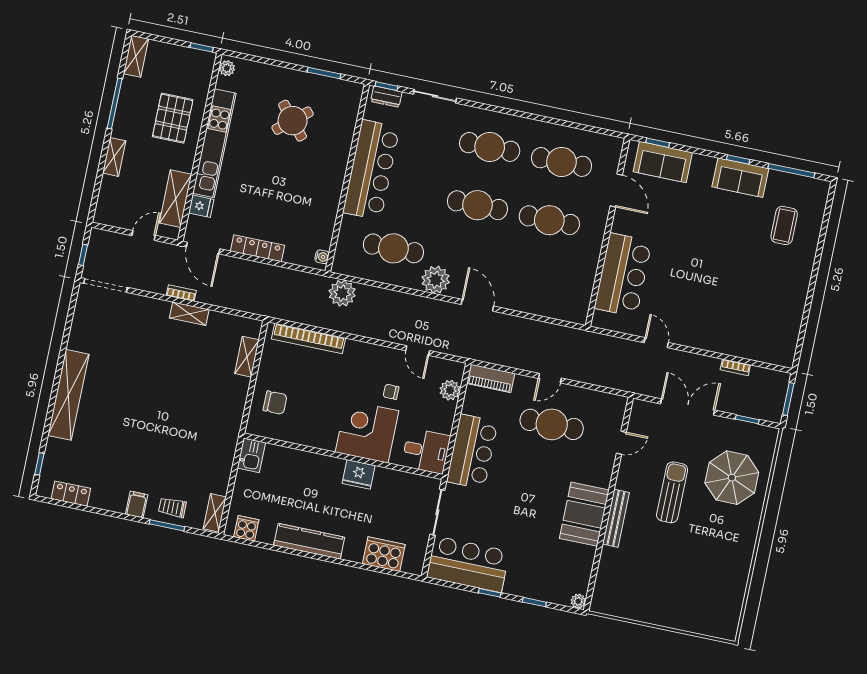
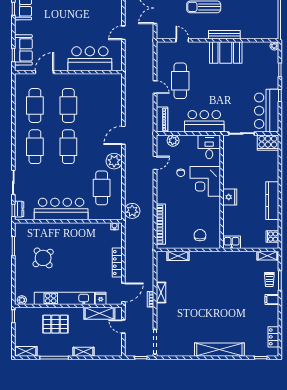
fridge: (359, 474) -> (230, 197), moved
cooker: (384, 554) -> (268, 143), moved, turned -90

